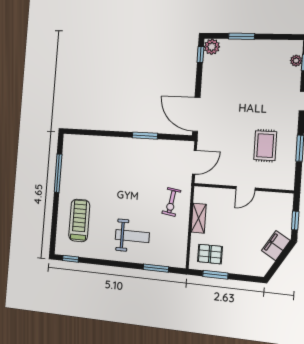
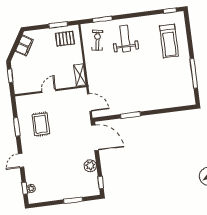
plant: (212, 47) -> (90, 166), moved
door: (194, 162) -> (89, 102), swing flipped
exercise bike: (171, 202) -> (97, 40), moved
shelving: (199, 218) -> (80, 75), moved
weight bench: (132, 236) -> (125, 39), turned 90
filing cabinet: (276, 246) -> (24, 45), moved

